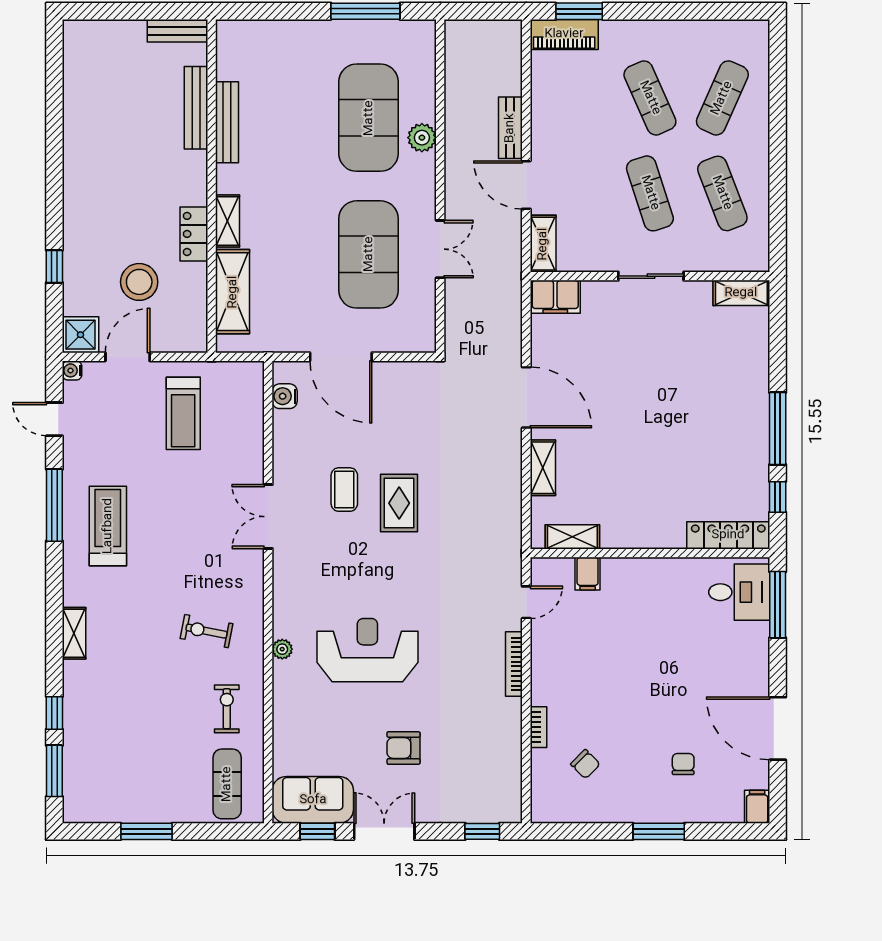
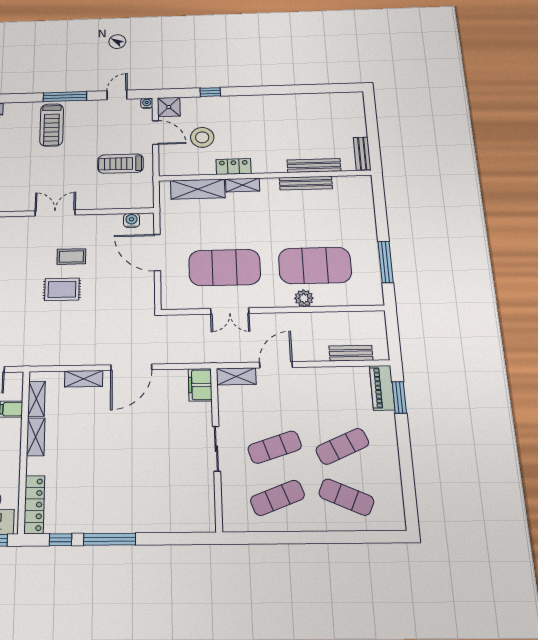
bench: (510, 128) -> (351, 353), moved
shelving: (741, 293) -> (36, 437), moved
door: (341, 357) -> (157, 253), hinge flipped
treadmill: (108, 526) -> (52, 125), turned 90

